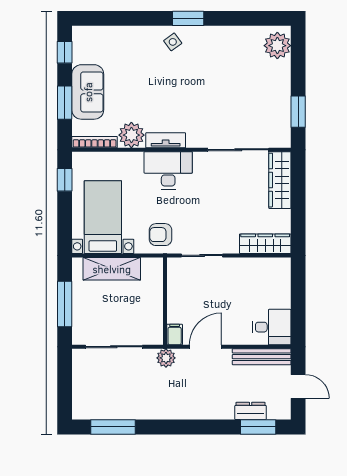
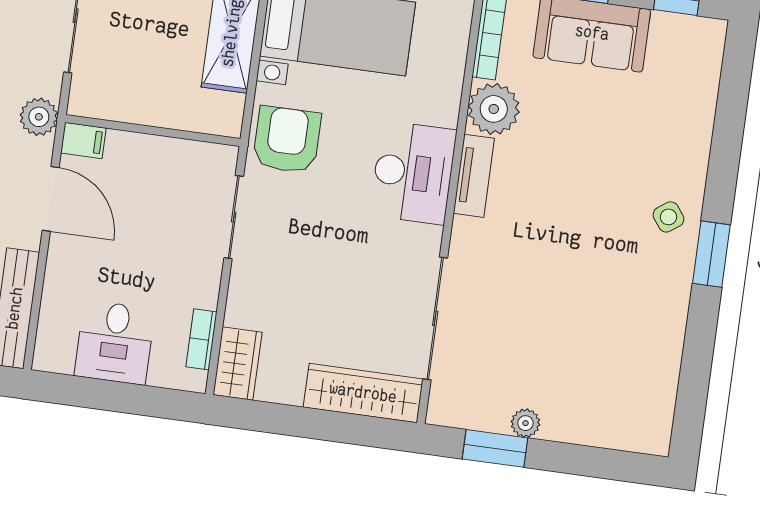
plant: (277, 46) -> (525, 423), moved, width x0.53, depth x0.53
armchair: (161, 235) -> (287, 140), width x1.38, depth x1.38
wardrobe: (265, 244) -> (238, 364), width x0.67
bookcase: (264, 263) -> (201, 339), added
desk: (272, 327) -> (115, 342), moved

